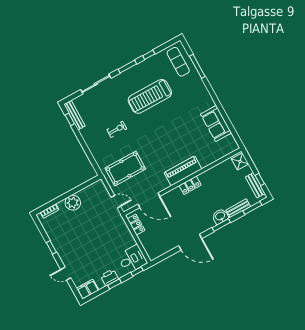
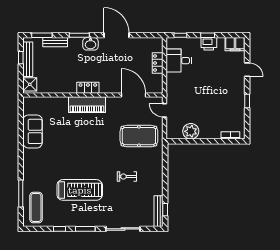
bench: (255, 185) -> (28, 59), width x1.36
plant: (73, 203) -> (191, 131), moved
washbasin: (220, 216) -> (90, 44), moved
locker: (136, 225) -> (158, 63), moved
desk: (132, 259) -> (179, 61), moved

